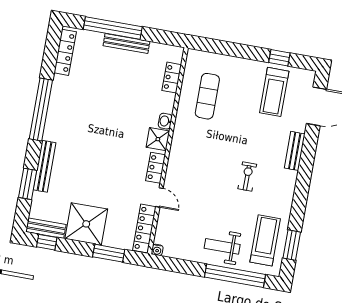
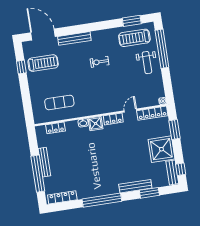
bench: (295, 151) -> (74, 38), width x1.36

